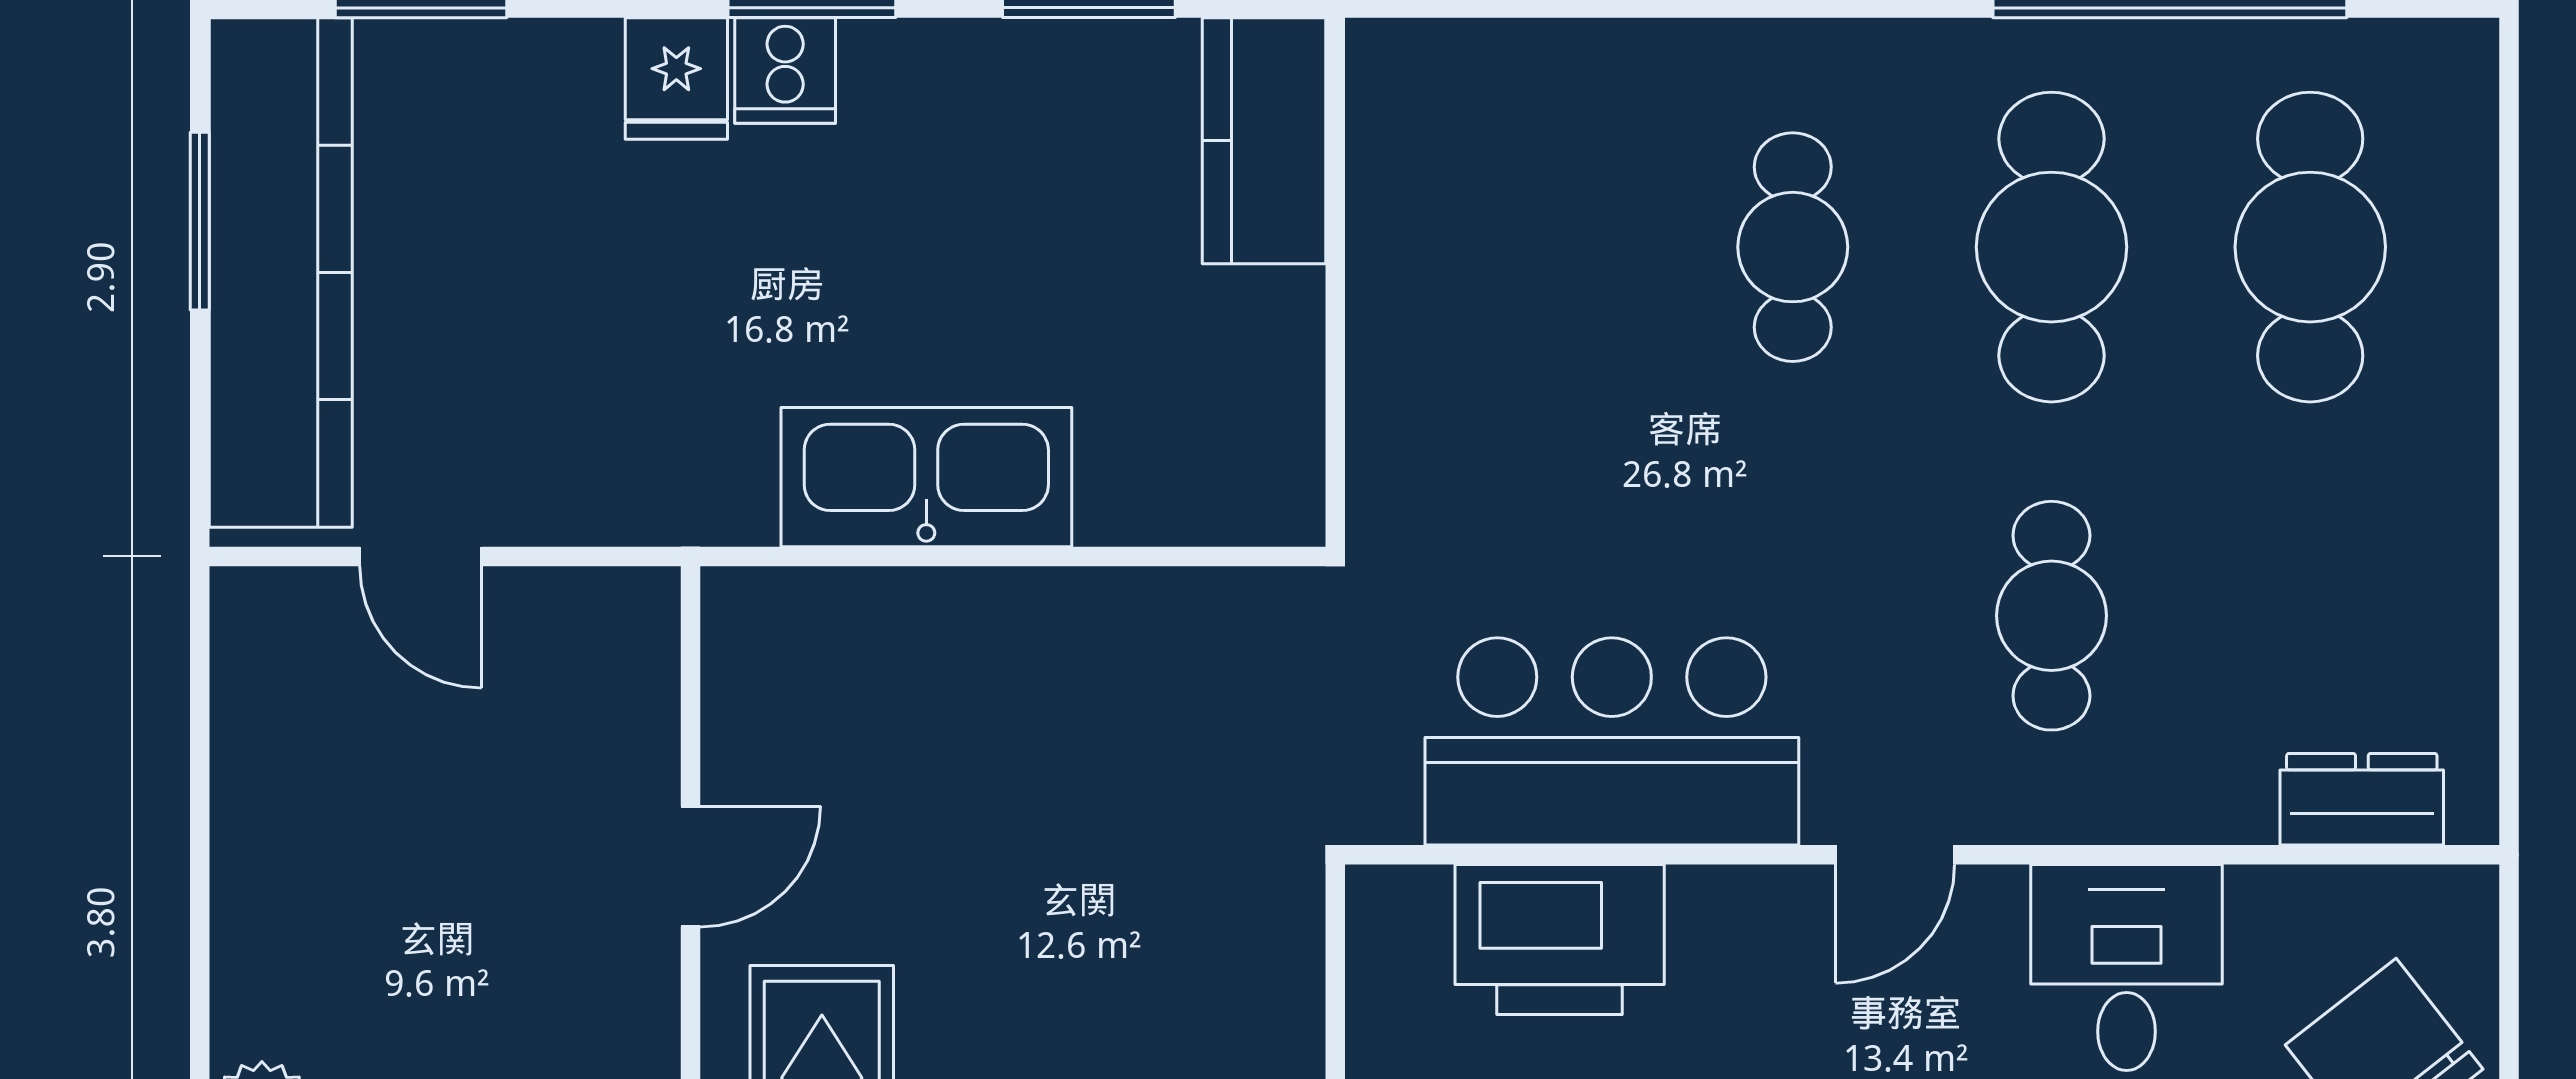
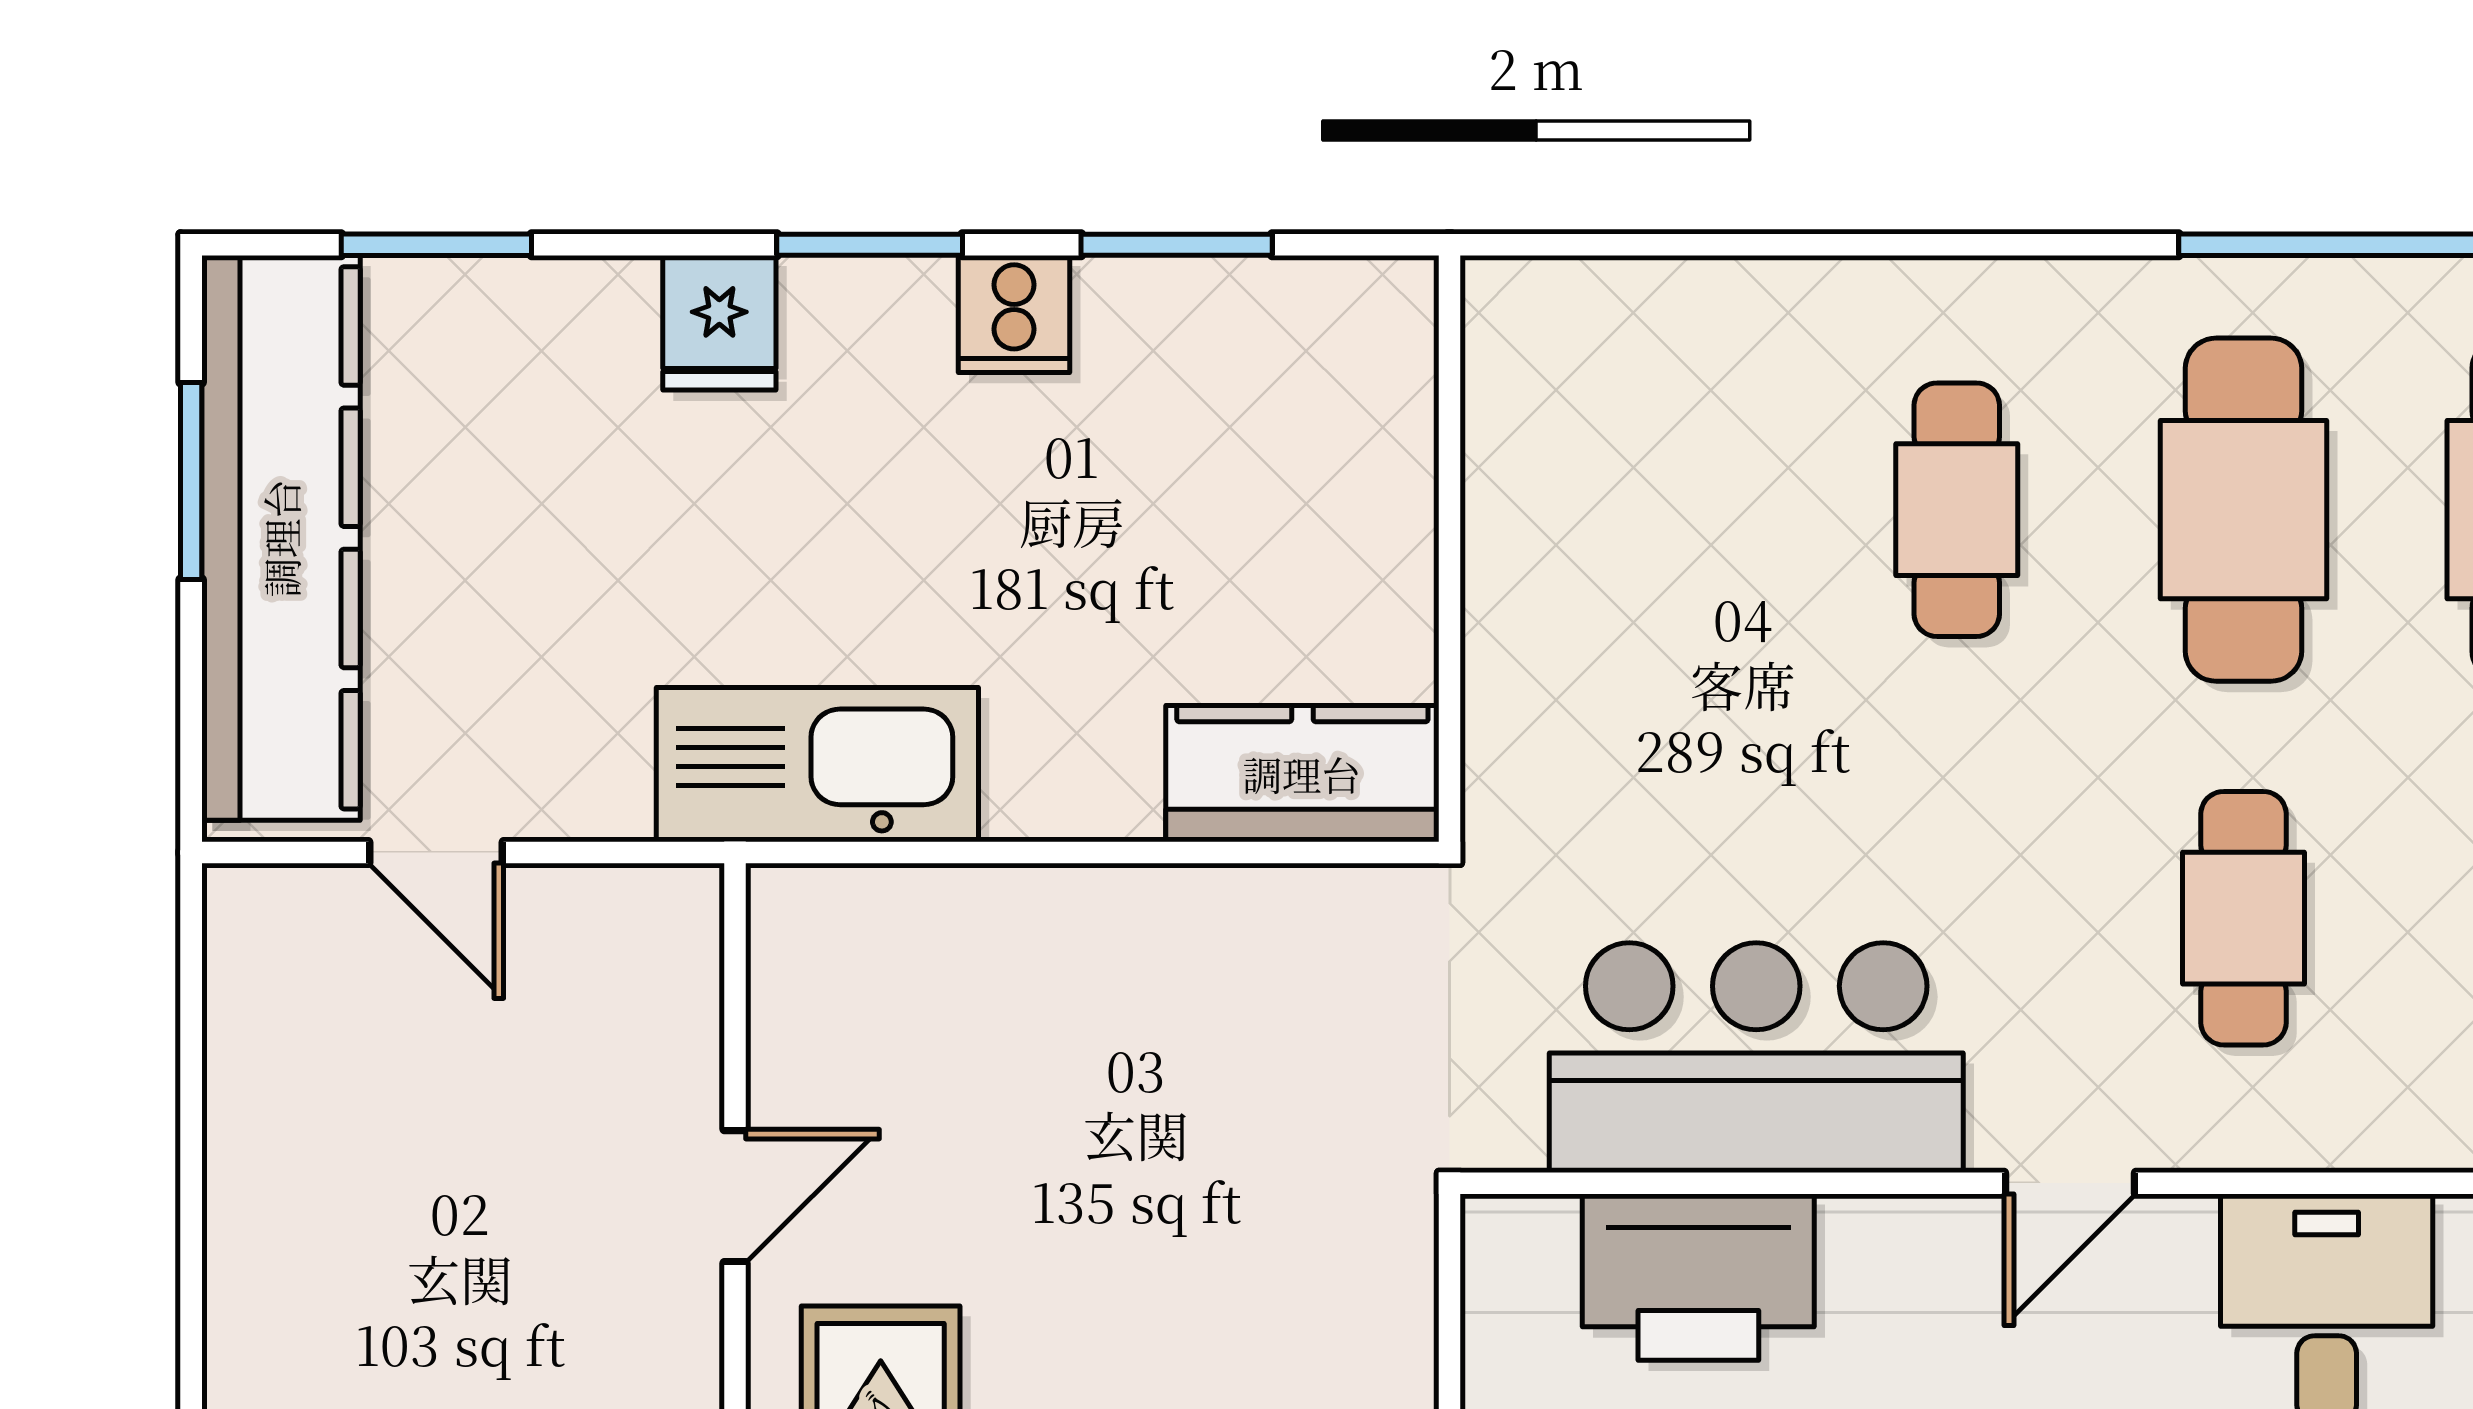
cooker: (785, 71) -> (1014, 314), moved
kitchen counter: (1264, 141) -> (1302, 774), moved, turned 90
kitchen sink: (926, 477) -> (817, 765), moved

